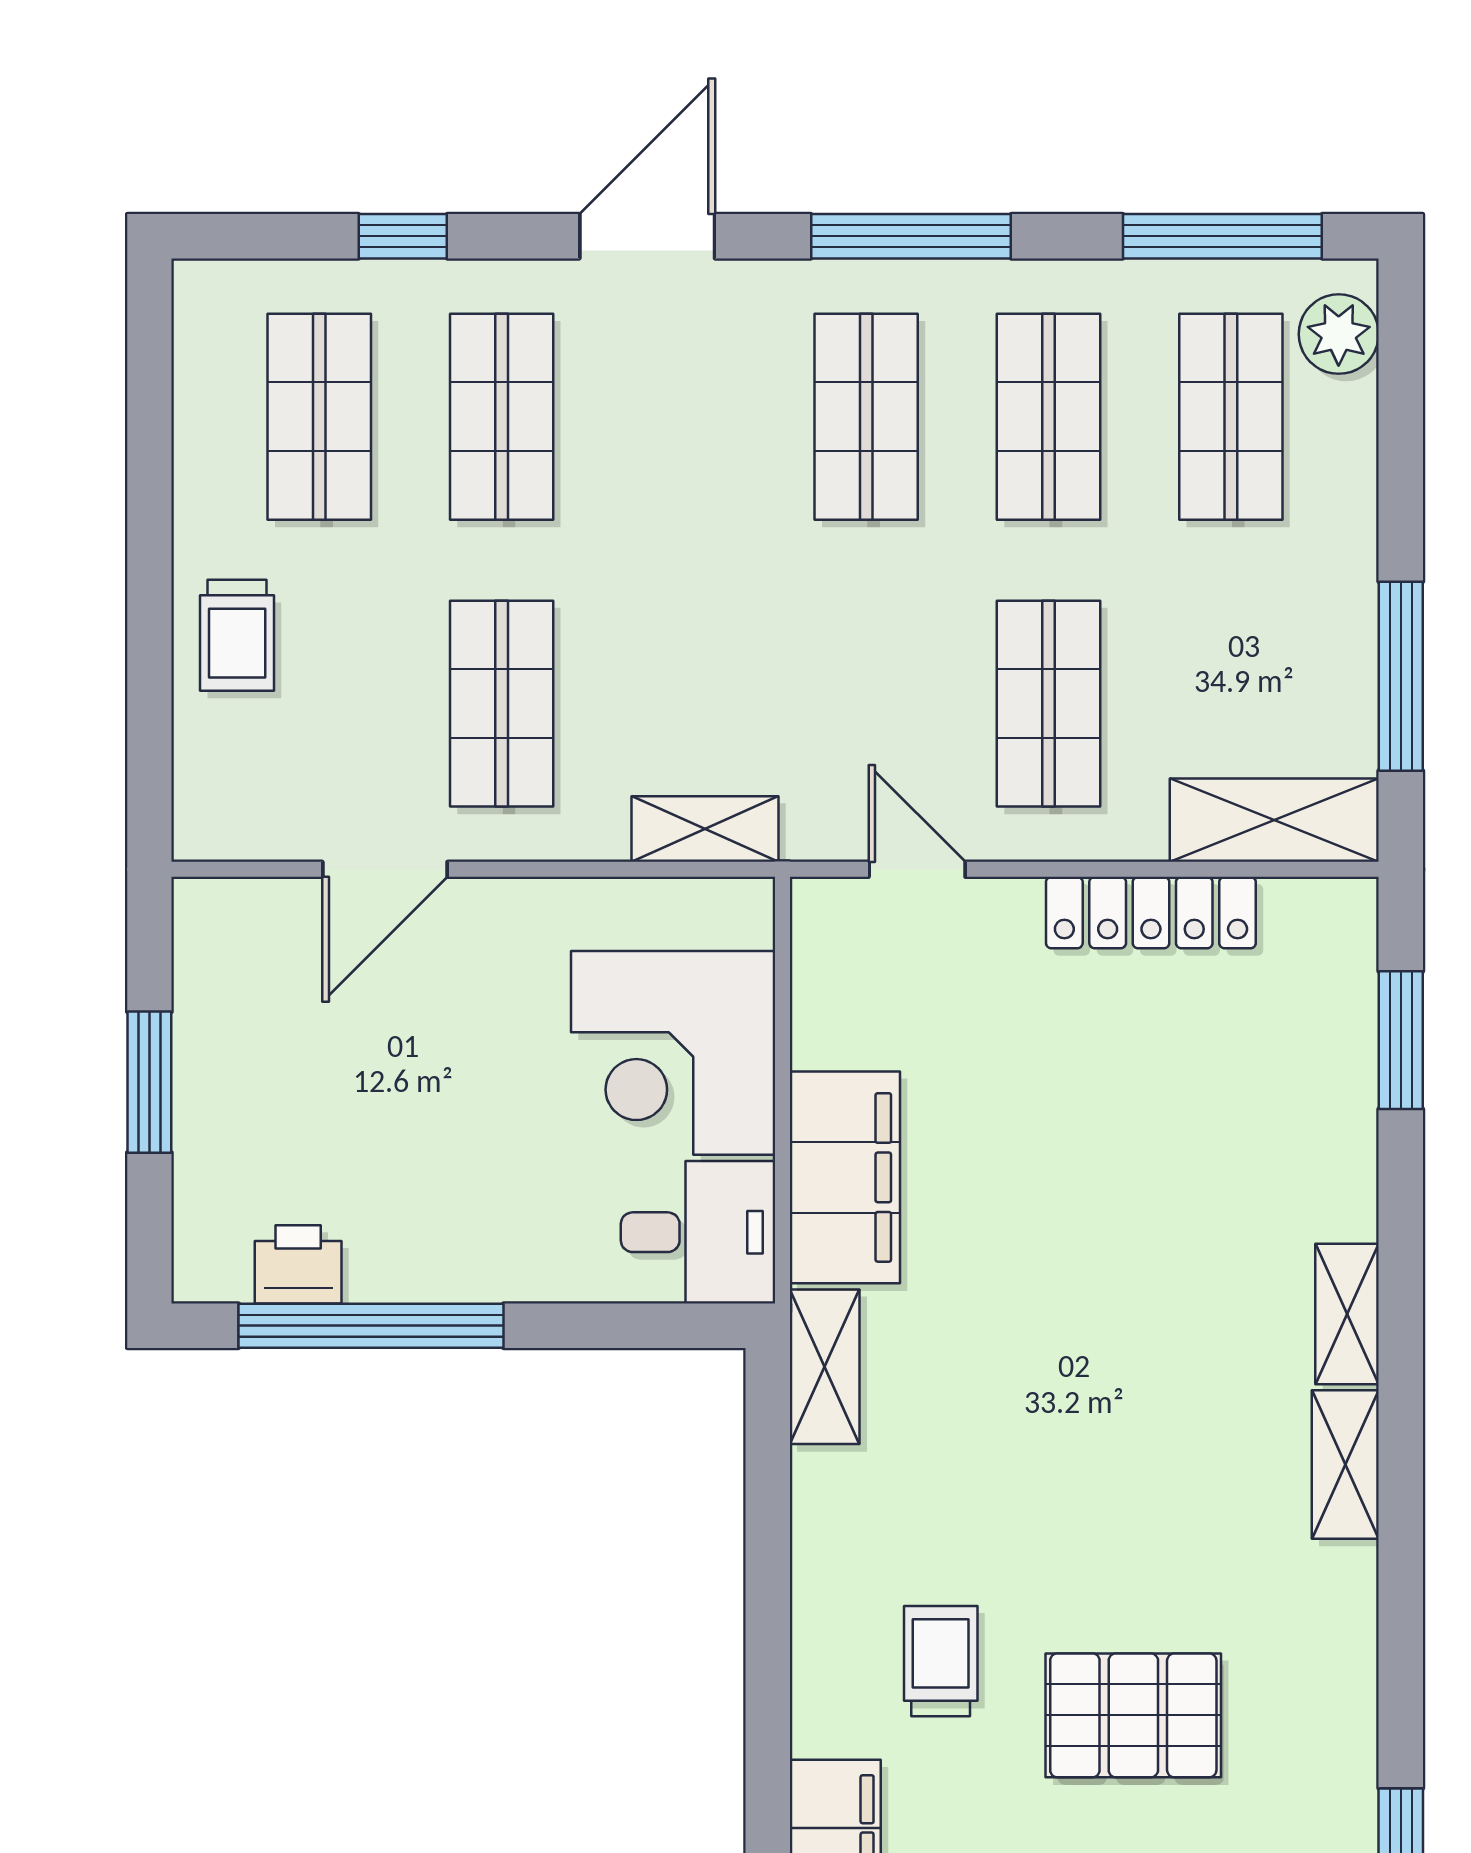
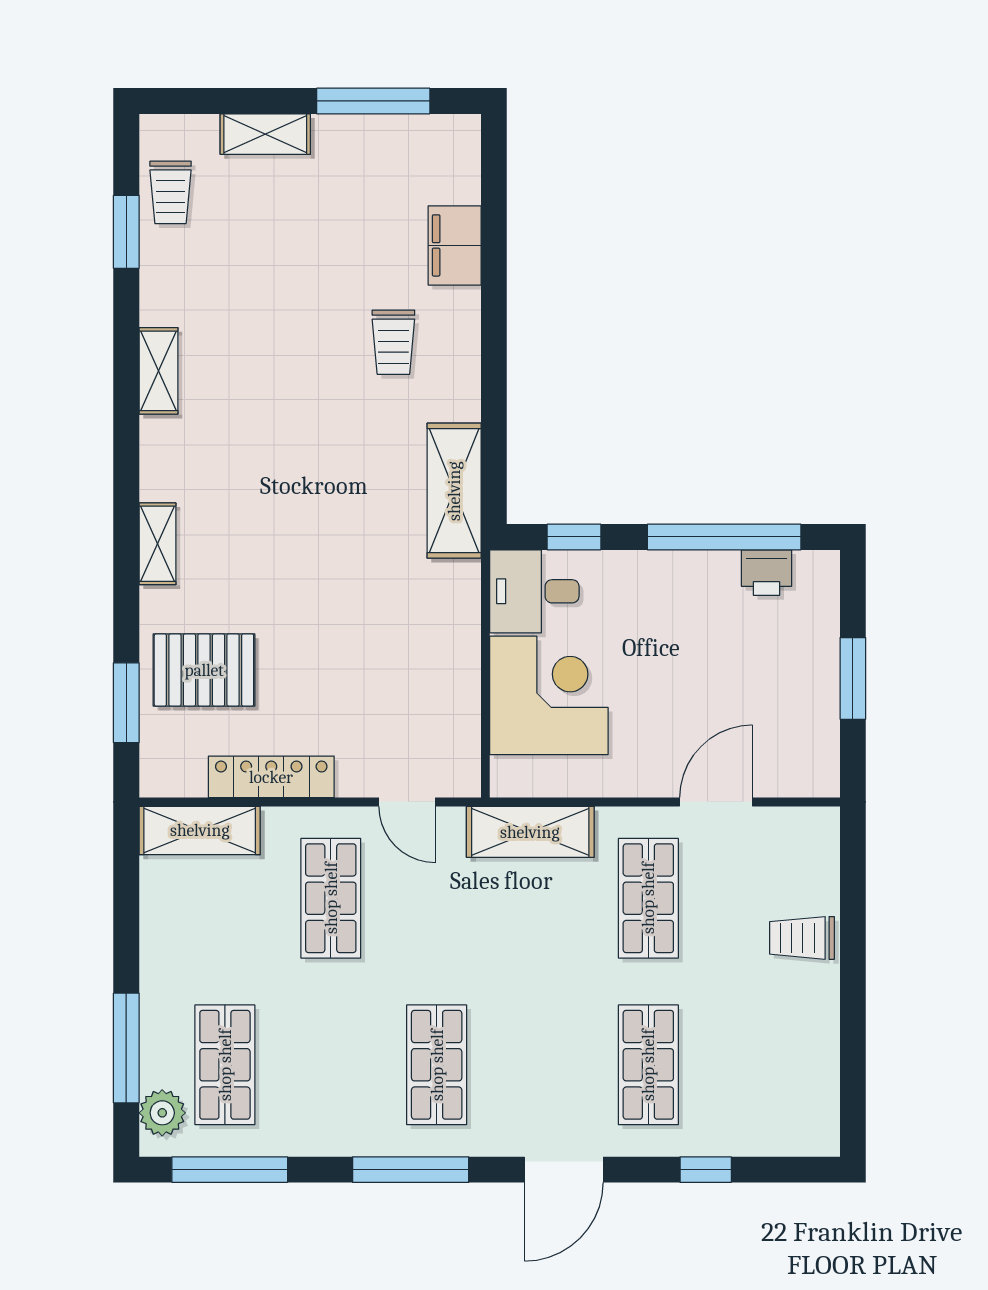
shop shelf: (319, 417) -> (754, 1065), removed
shop shelf: (1049, 417) -> (331, 1065), removed
trolley: (237, 635) -> (802, 938), turned -90
window: (1401, 676) -> (126, 1048), moved
shelving: (705, 829) -> (530, 832), width x1.50, depth x1.33
filing cabinet: (845, 1177) -> (449, 623), removed
window: (630, 1326) -> (574, 537), added
shelving: (825, 1367) -> (454, 491), width x1.50, depth x1.33
shelving: (1345, 1465) -> (158, 371), moved
pallet: (1133, 1715) -> (204, 670), moved

